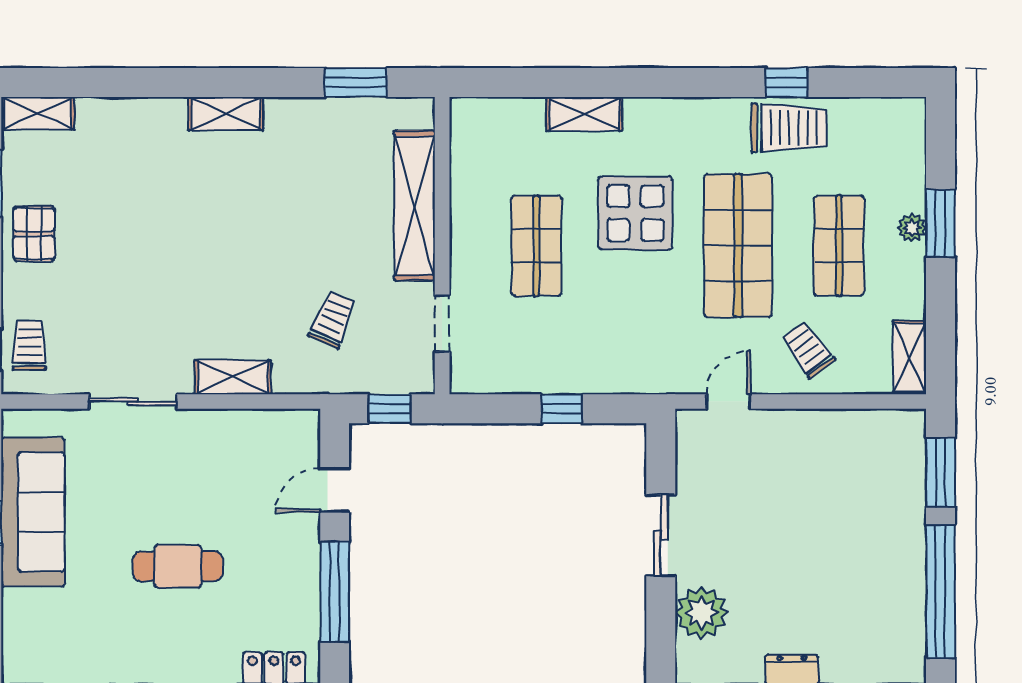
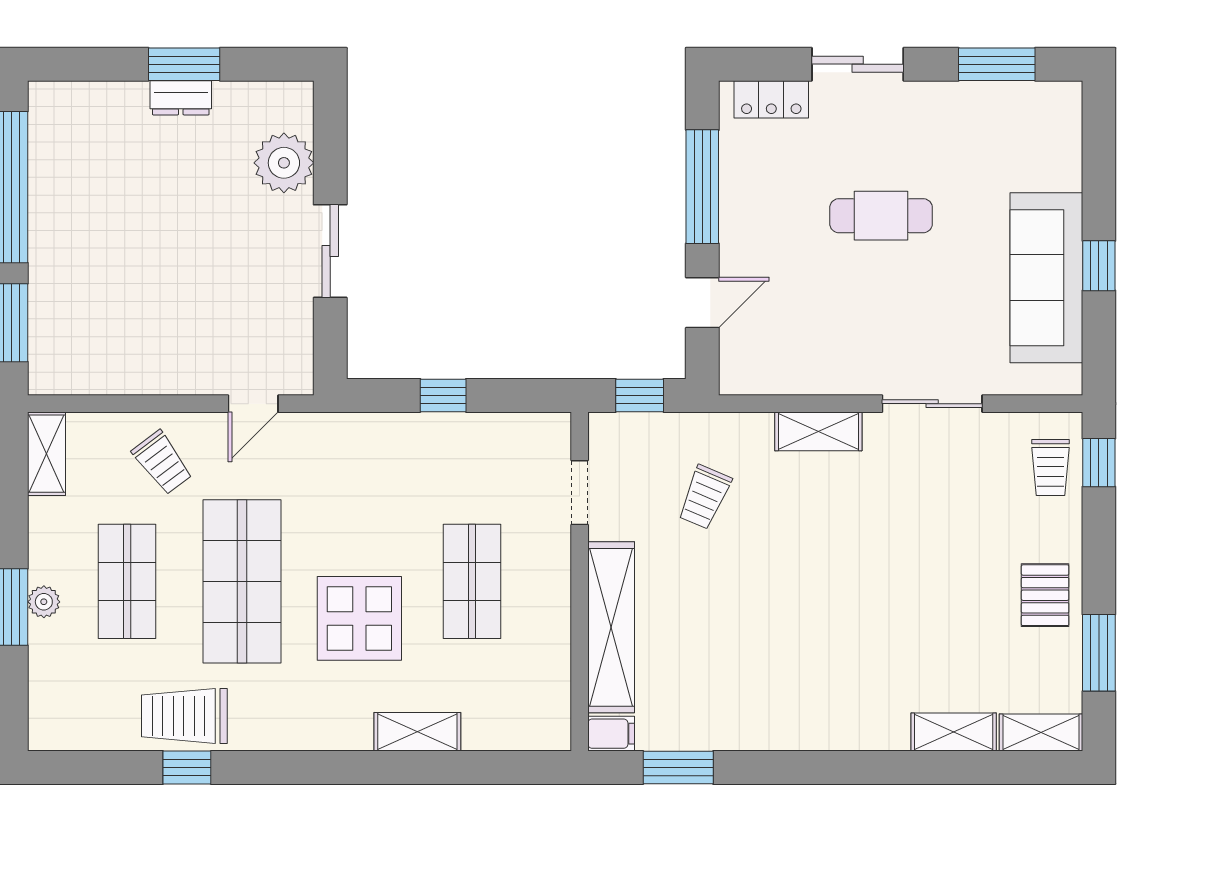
filing cabinet: (414, 112) -> (611, 734), added
shelving: (226, 114) -> (954, 732), moved

